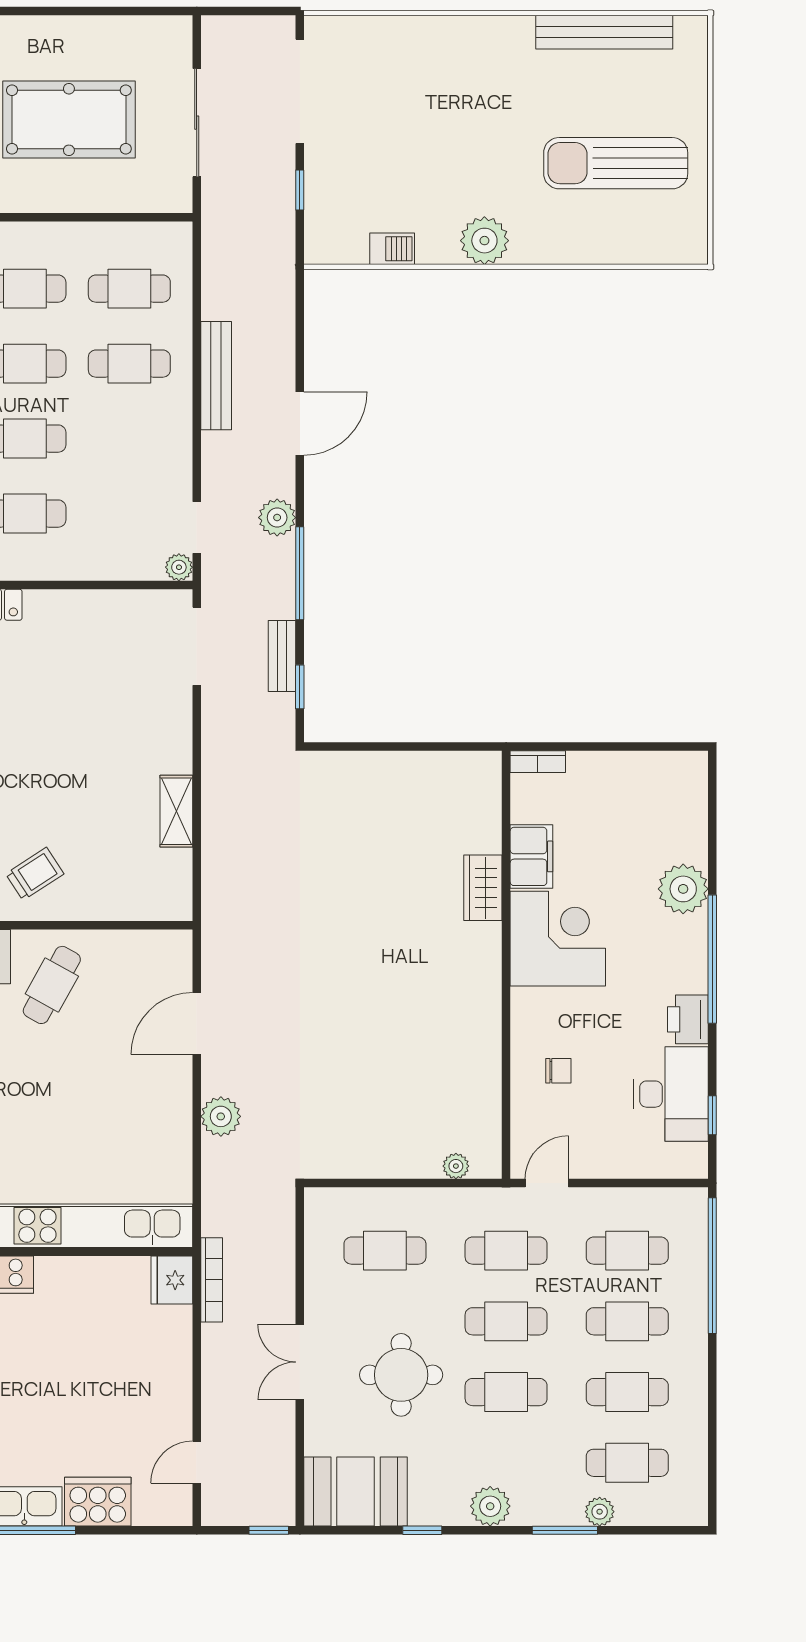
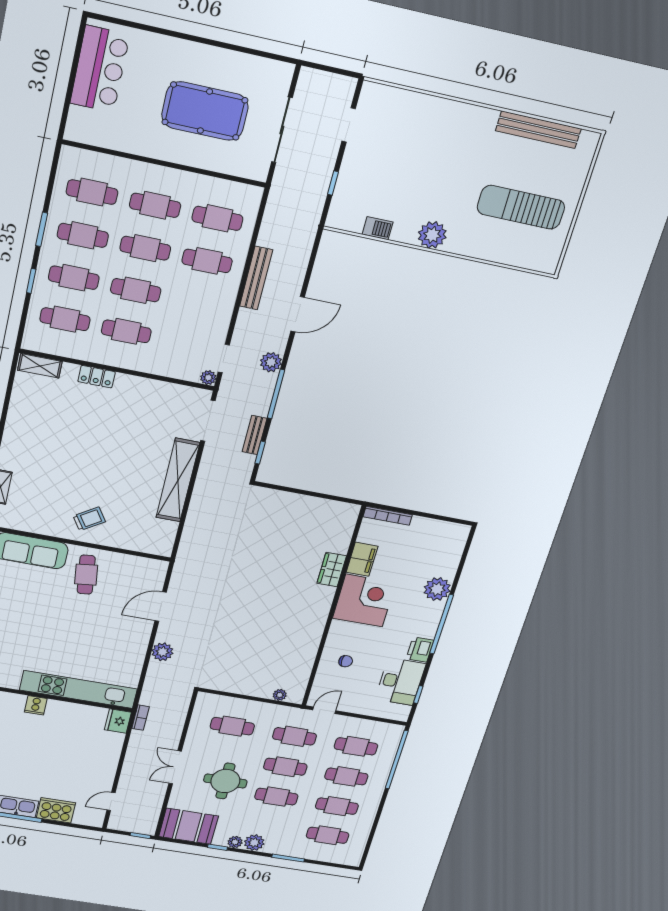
doorway: (300, 91) -> (349, 125), width x0.53
bookcase: (538, 762) -> (388, 516), width x1.56
shelving: (176, 811) -> (178, 480), width x2.20, depth x1.33
cafe table: (52, 985) -> (86, 575), turned -36
bookcase: (212, 1280) -> (141, 718), width x0.64
plant: (600, 1512) -> (235, 842), moved

